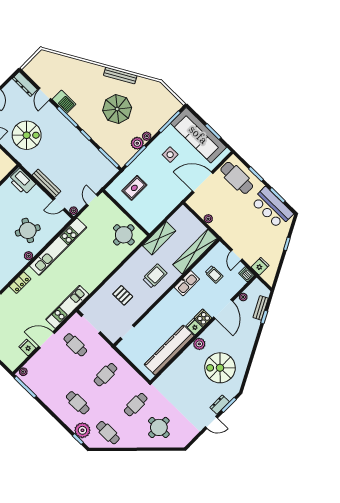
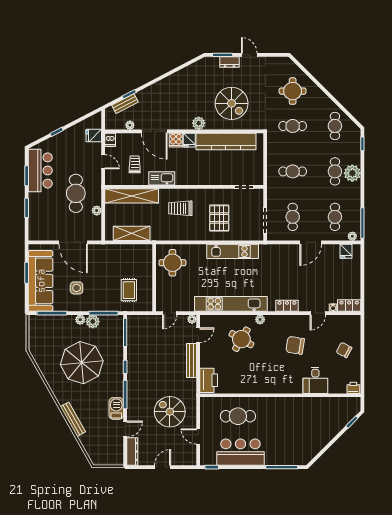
bench: (120, 75) -> (73, 419), moved
parasol: (117, 109) -> (82, 363), width x1.36, depth x1.36
cafe table: (237, 178) -> (76, 193), moved
rug: (134, 188) -> (129, 290), turned 90
door: (59, 204) -> (198, 335), hinge flipped
shelving: (159, 238) -> (132, 233), moved
door: (236, 255) -> (103, 162), hinge flipped
pallet: (123, 295) -> (219, 218), width x1.50, depth x1.42
kitchen unit: (67, 307) -> (233, 251), moved
door: (223, 309) -> (154, 131), swing flipped
door: (46, 340) -> (311, 242), hinge flipped
fridge: (27, 348) -> (346, 251), moved
spiral stairs: (220, 368) -> (232, 103), moved
cafe table: (48, 373) -> (335, 217), added
plant: (82, 430) -> (352, 173), moved

